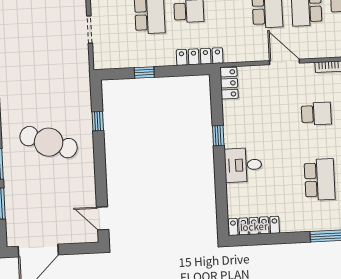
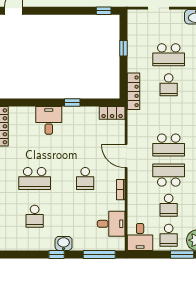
door: (284, 62) -> (126, 156), swing flipped
window: (98, 121) -> (104, 11), moved

